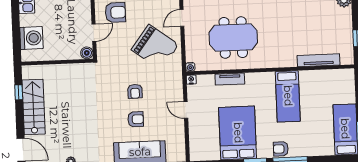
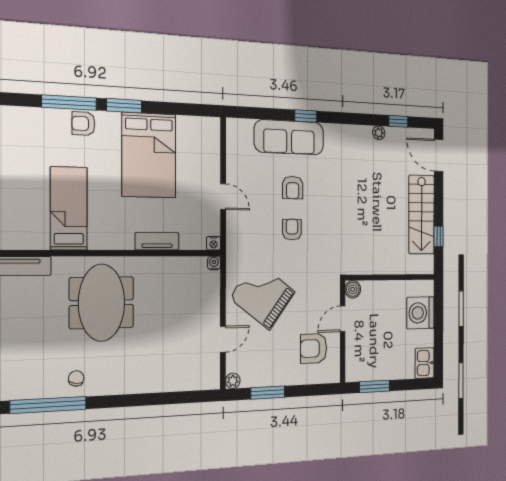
meeting table: (233, 37) -> (102, 303), moved, turned 90
armchair: (136, 119) -> (293, 188), turned -90
armchair: (281, 149) -> (83, 124), turned 180

